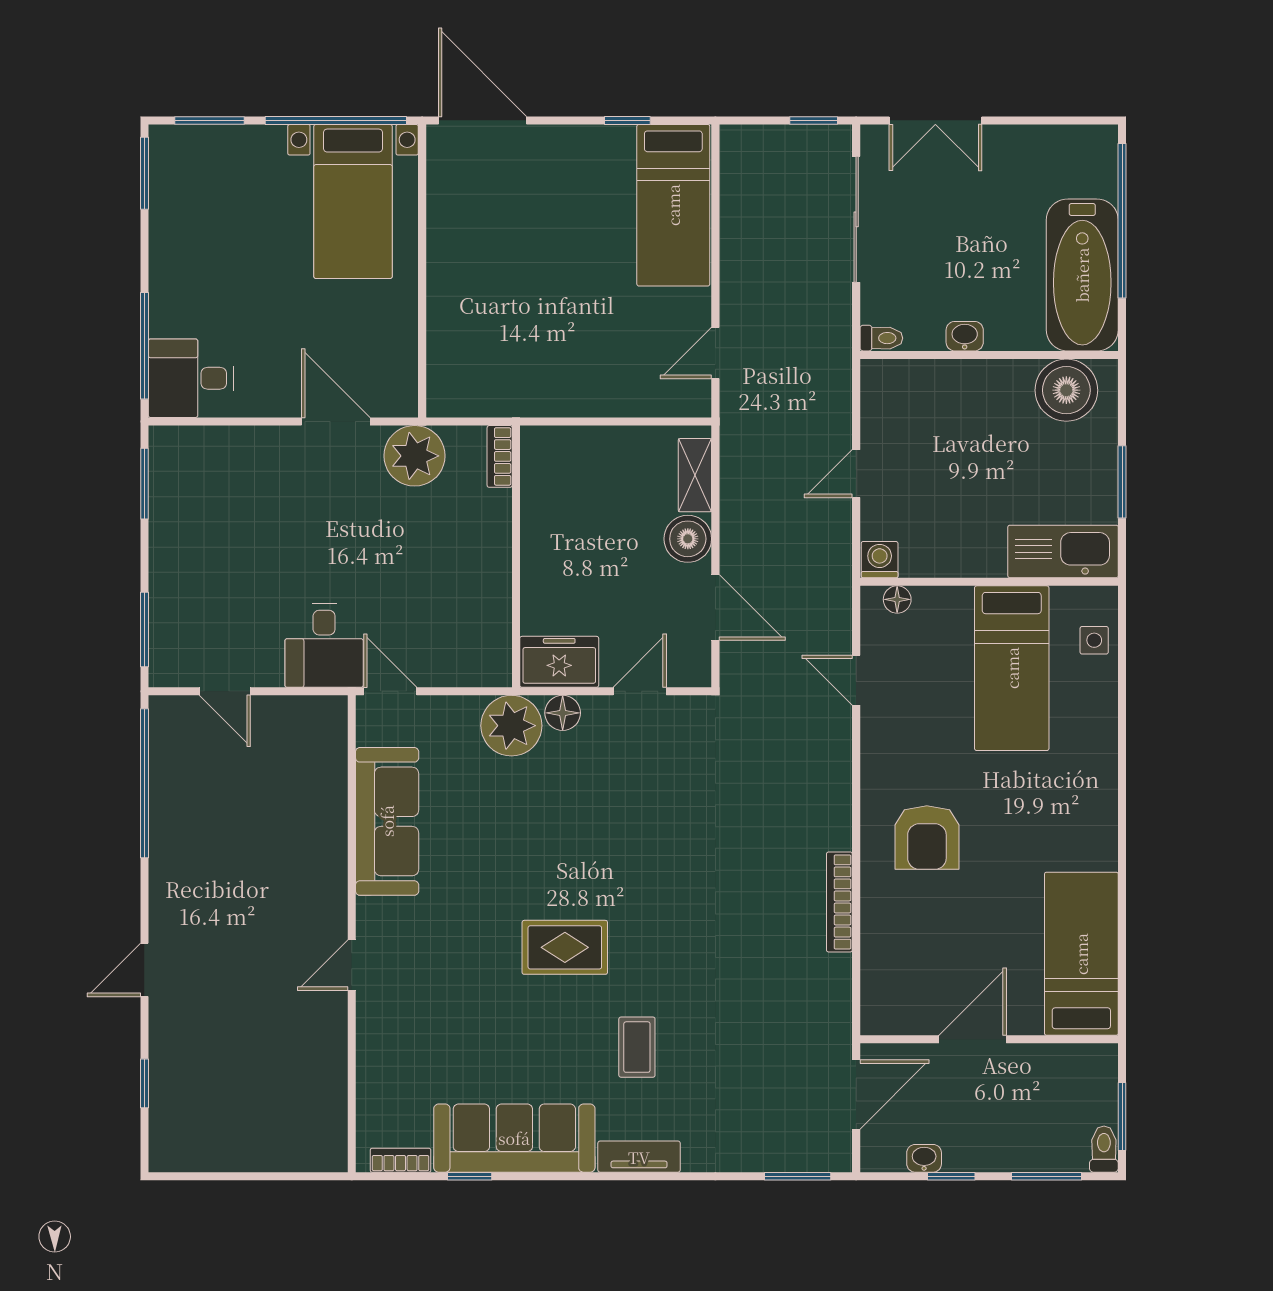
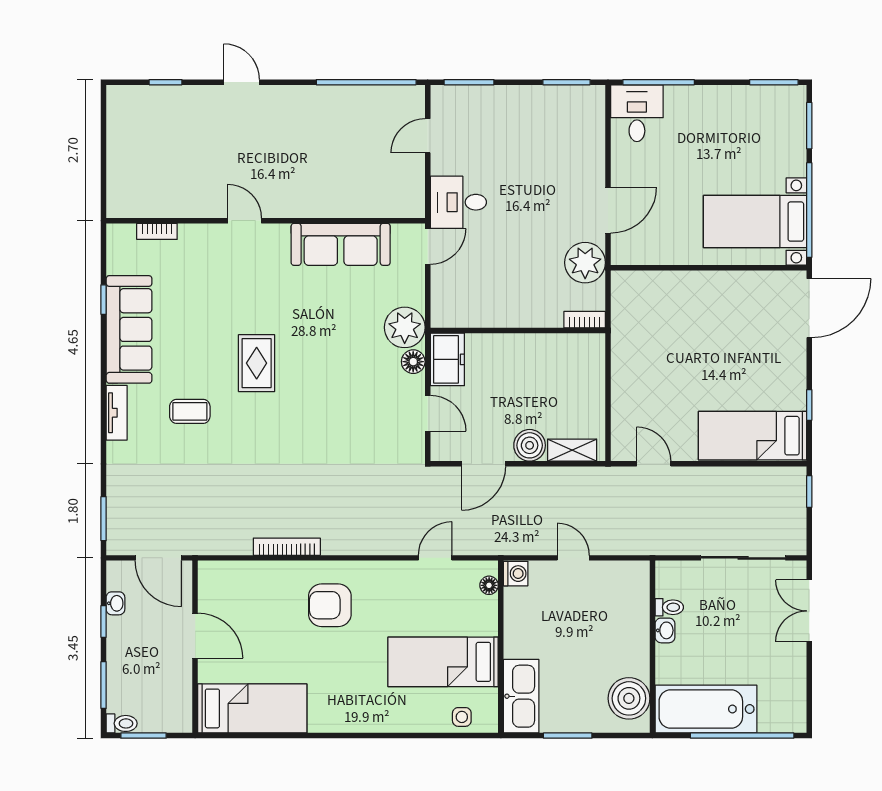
window: (814, 120) -> (809, 491), moved
toilet: (881, 338) -> (669, 607), moved, turned -90
bookcase: (401, 1160) -> (157, 231), moved, turned 90

